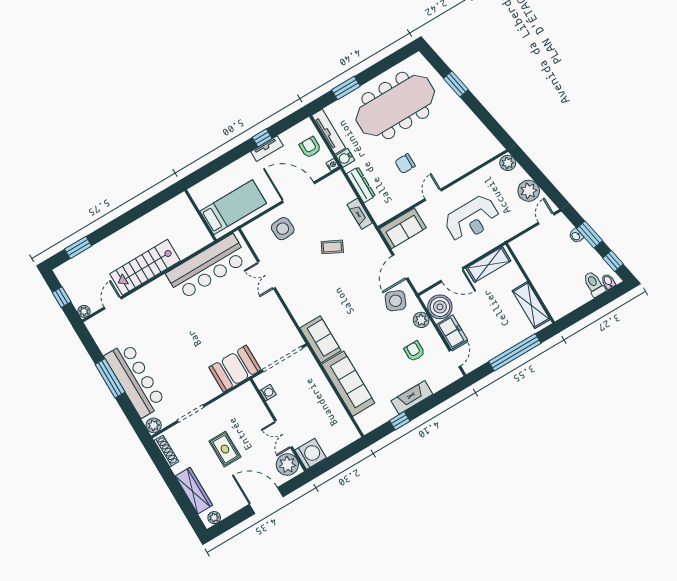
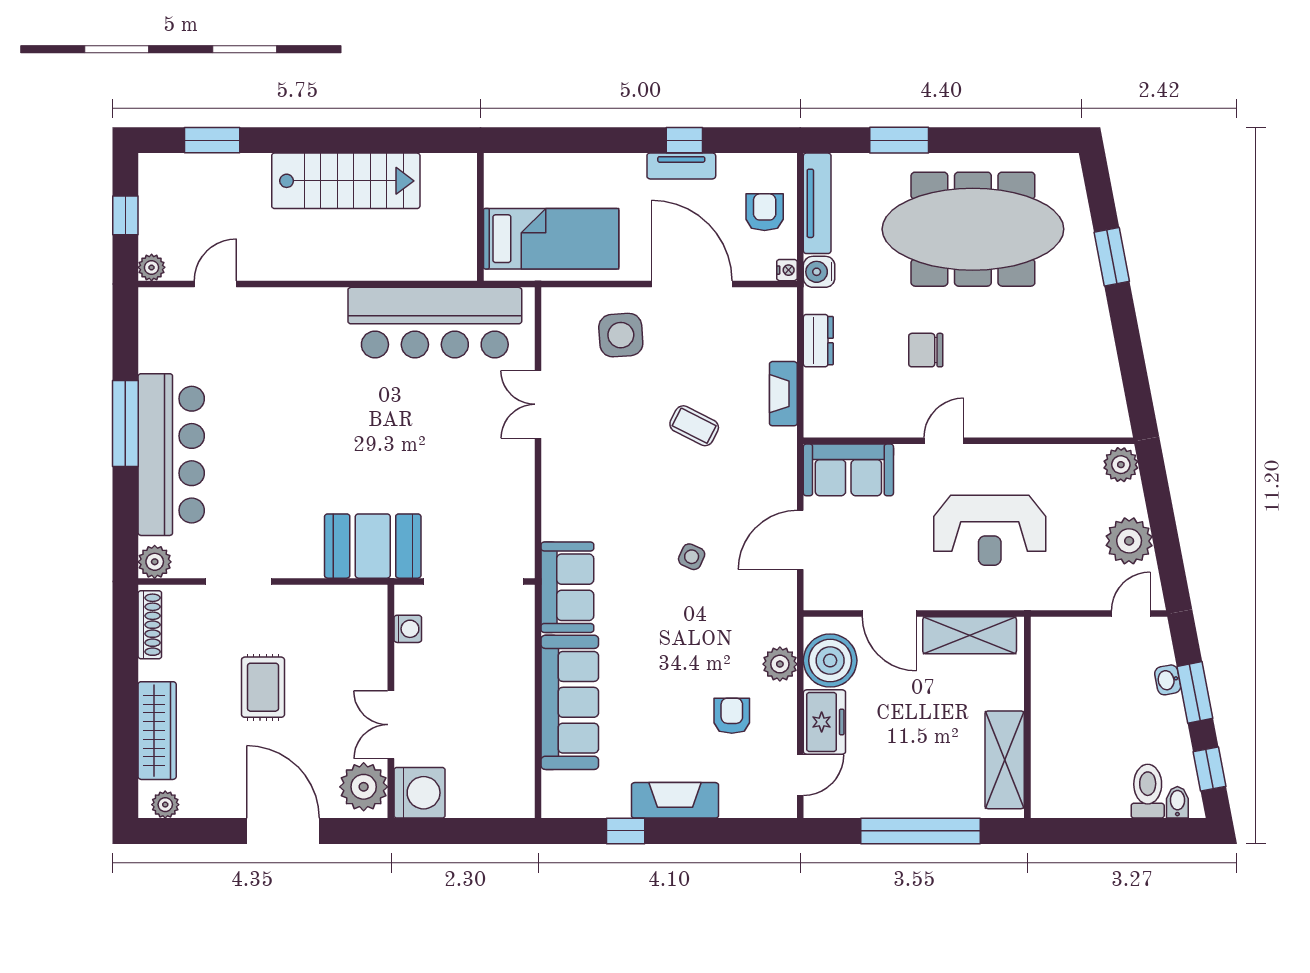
dresser: (361, 185) -> (818, 341), width x0.70
stairs: (145, 267) -> (346, 181), moved, turned 180
side table: (396, 301) -> (692, 557), moved, width x0.54, depth x0.54

